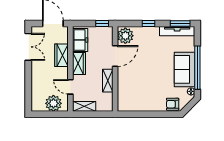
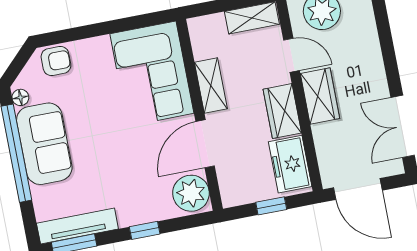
window: (102, 24) -> (271, 206), moved
wardrobe: (61, 55) -> (320, 96), moved
corner sofa: (132, 91) -> (152, 74), added

